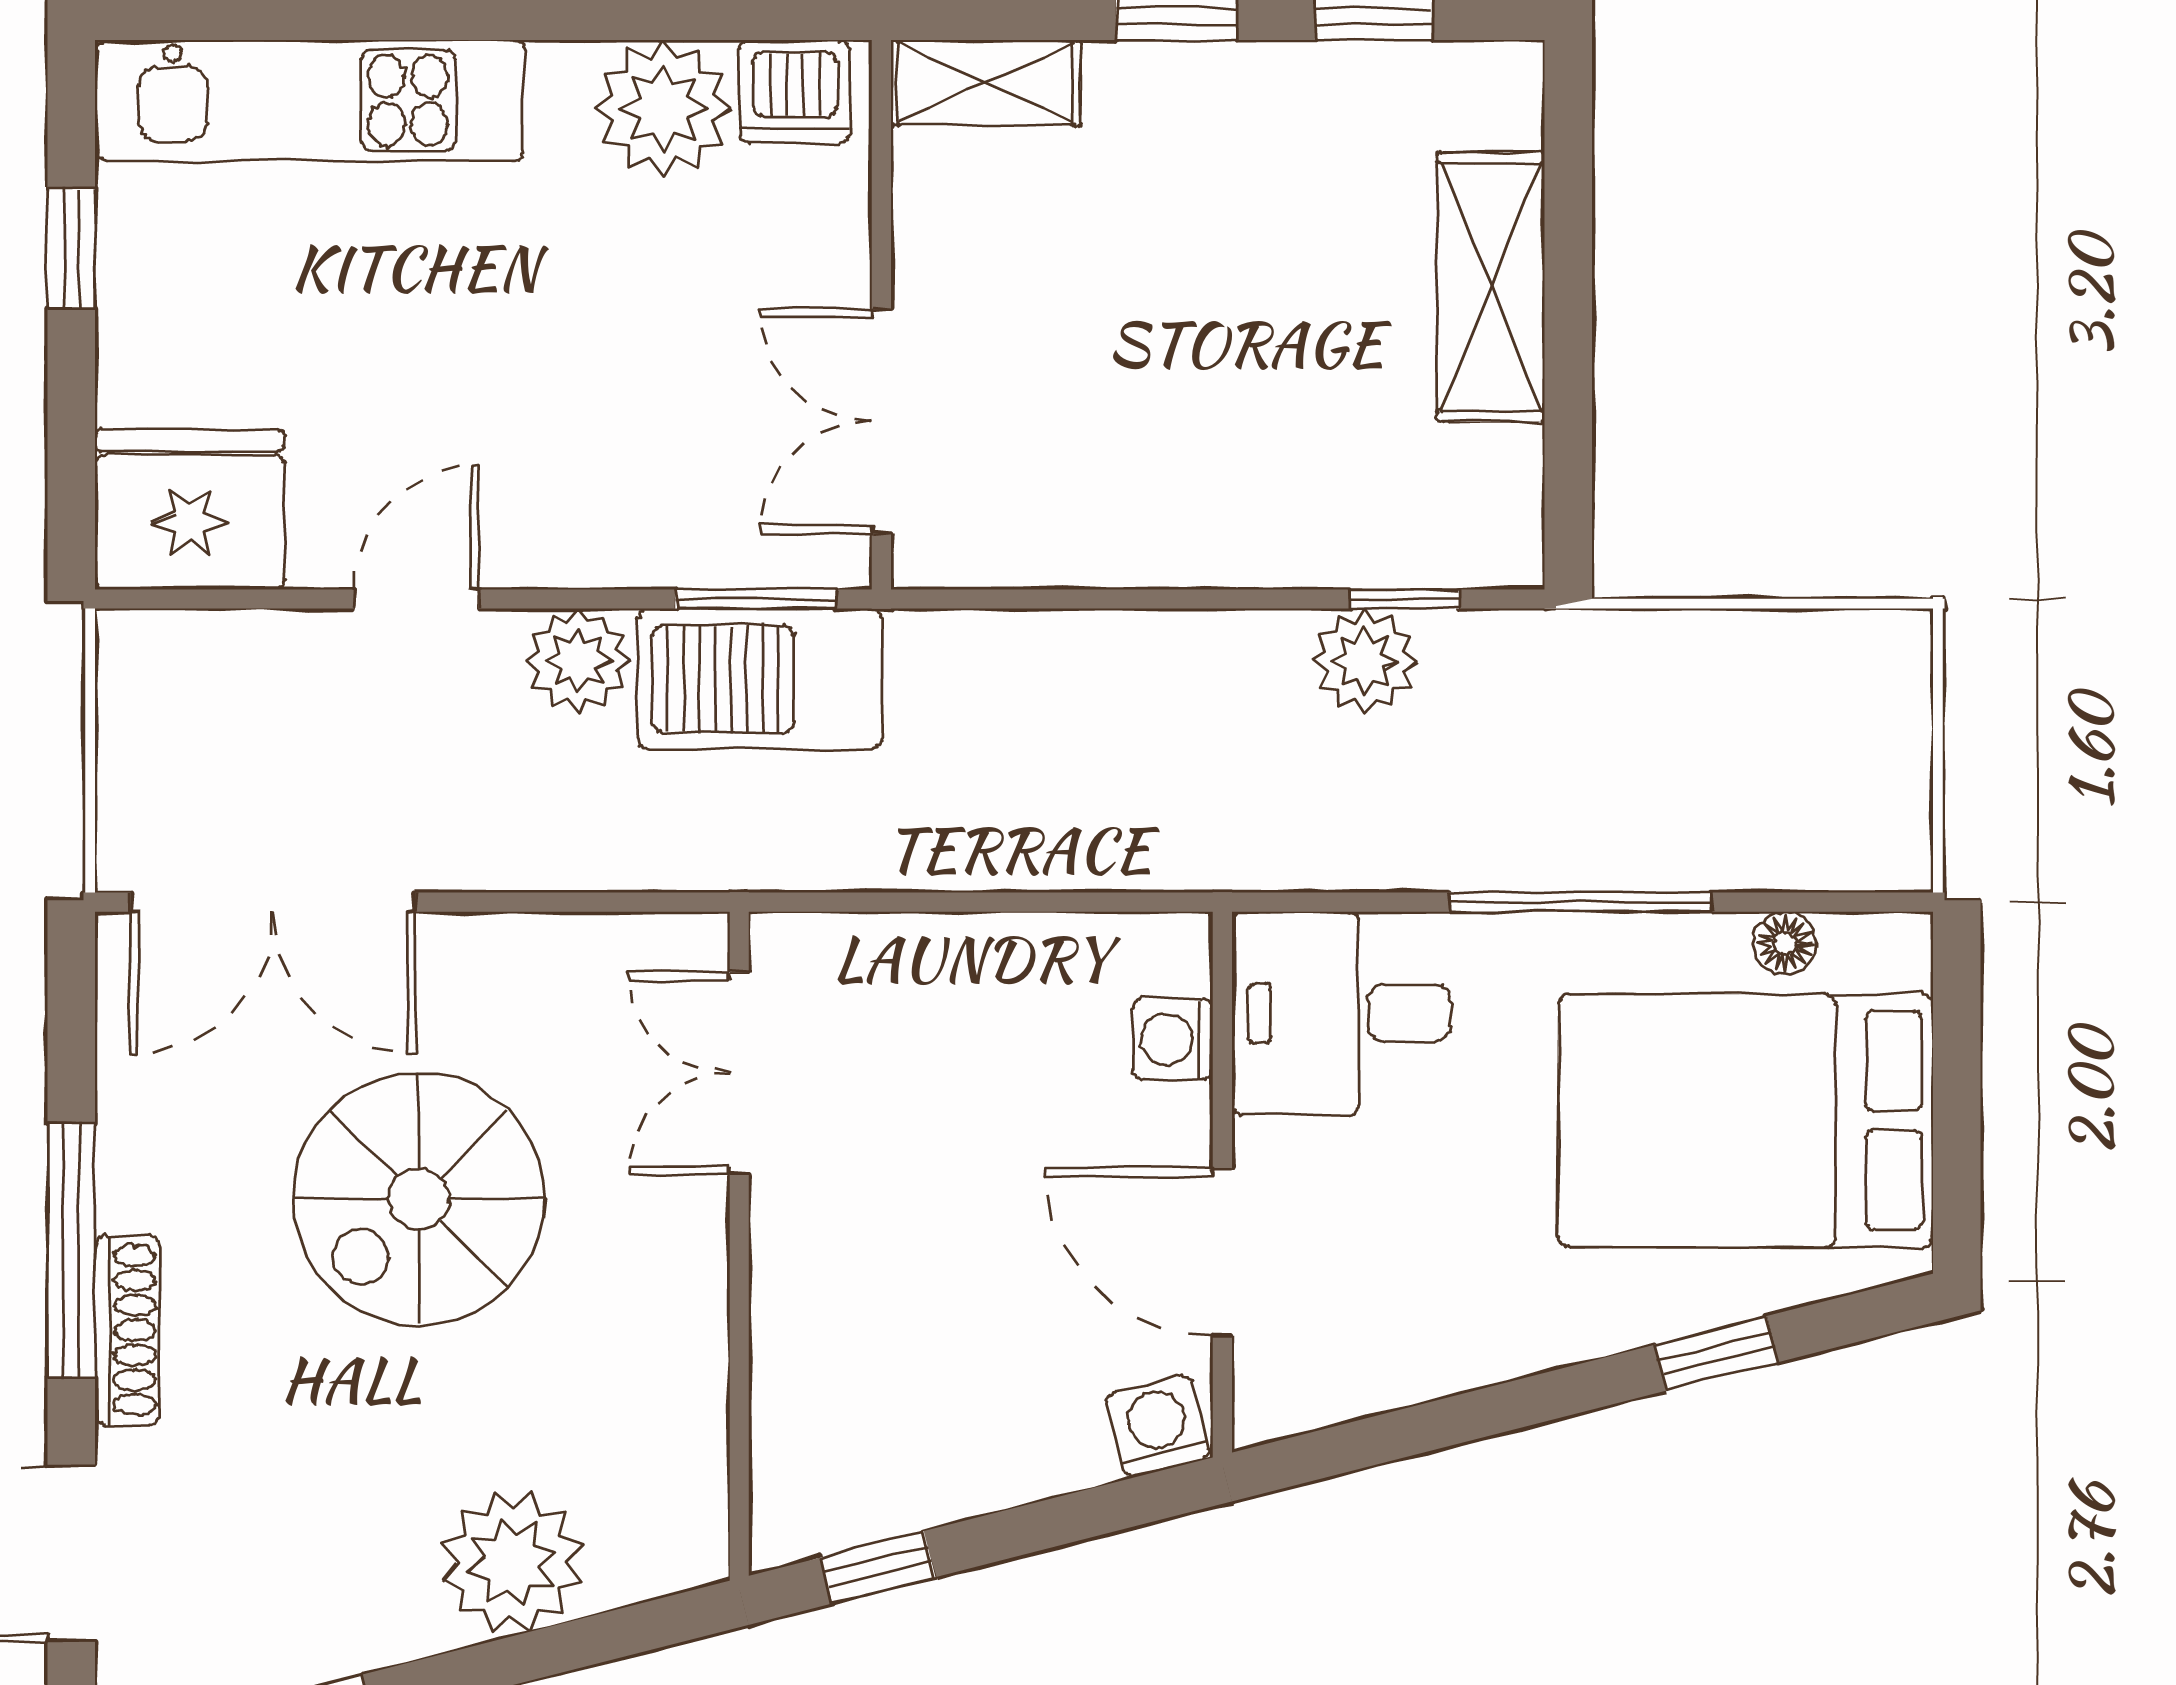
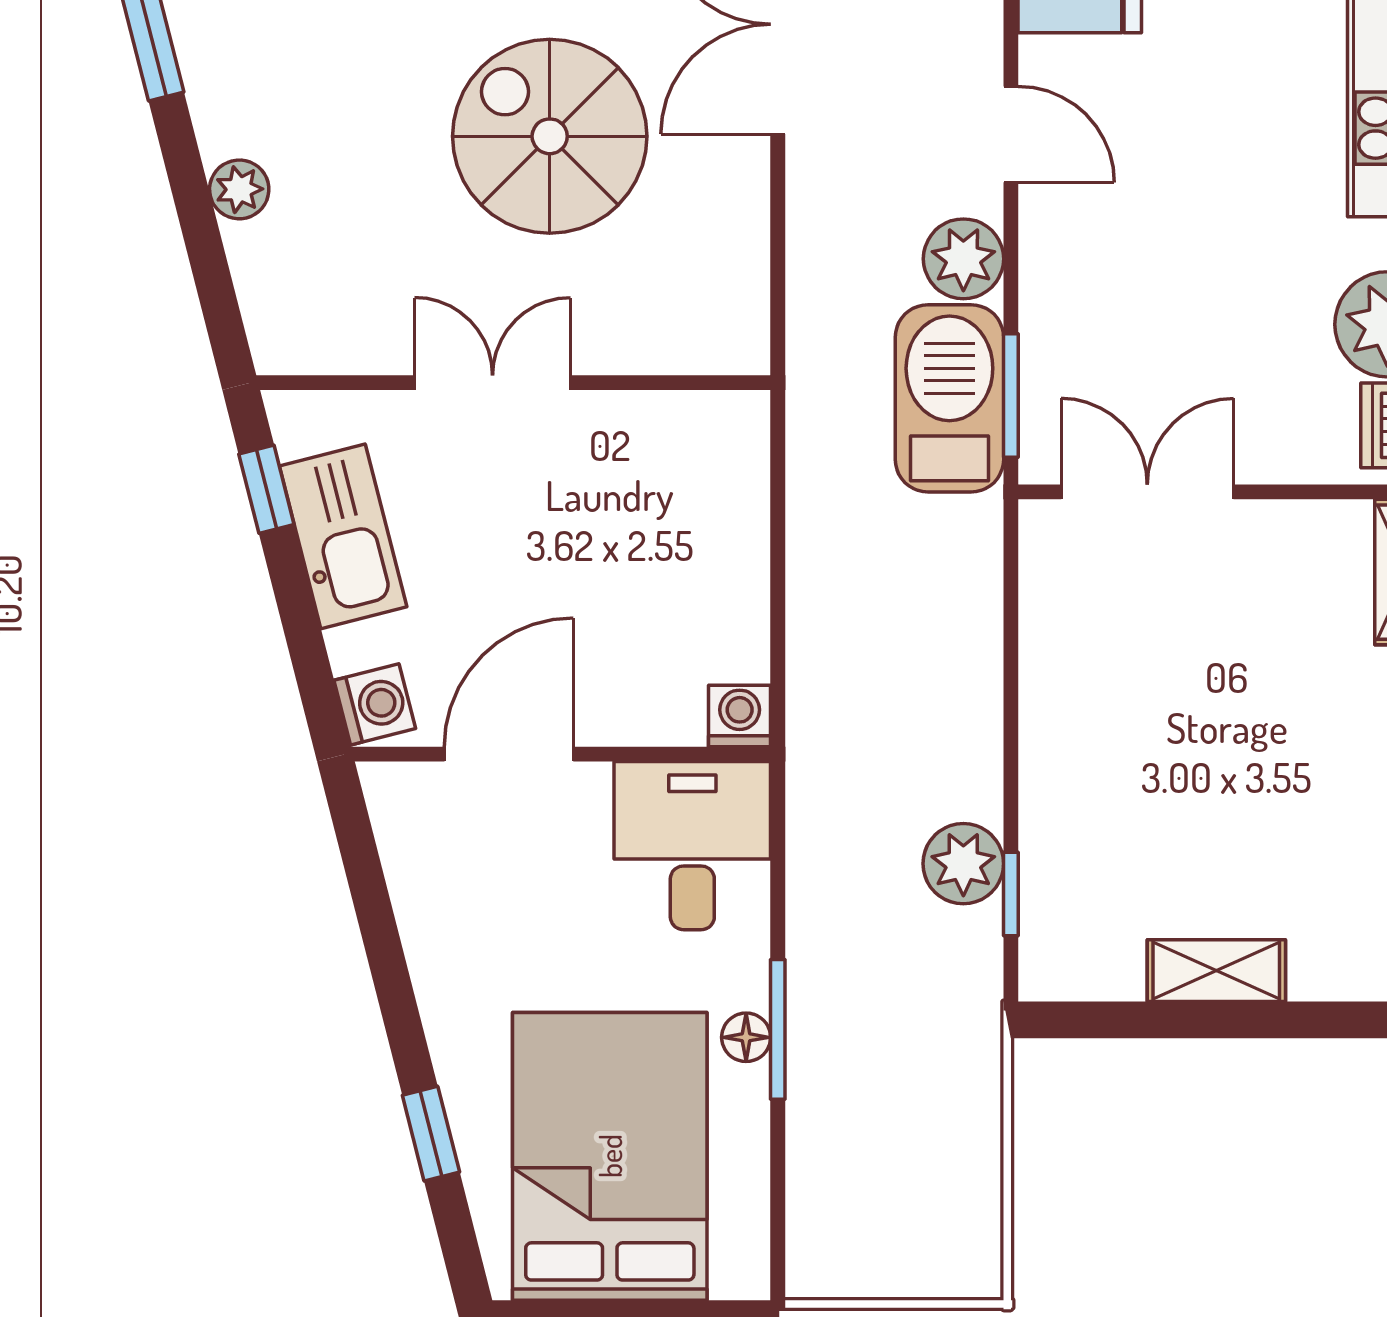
shelving: (1491, 287) -> (1216, 971), width x0.67, depth x0.75
window: (1581, 902) -> (778, 1029), width x0.69
floor lamp: (1785, 943) -> (746, 1037), moved
washing machine: (1173, 1039) -> (740, 716), moved
double door: (739, 1073) -> (493, 383), moved
kitchen sink: (939, 1468) -> (343, 536), added
plant: (512, 1562) -> (239, 189), width x0.53, depth x0.53

